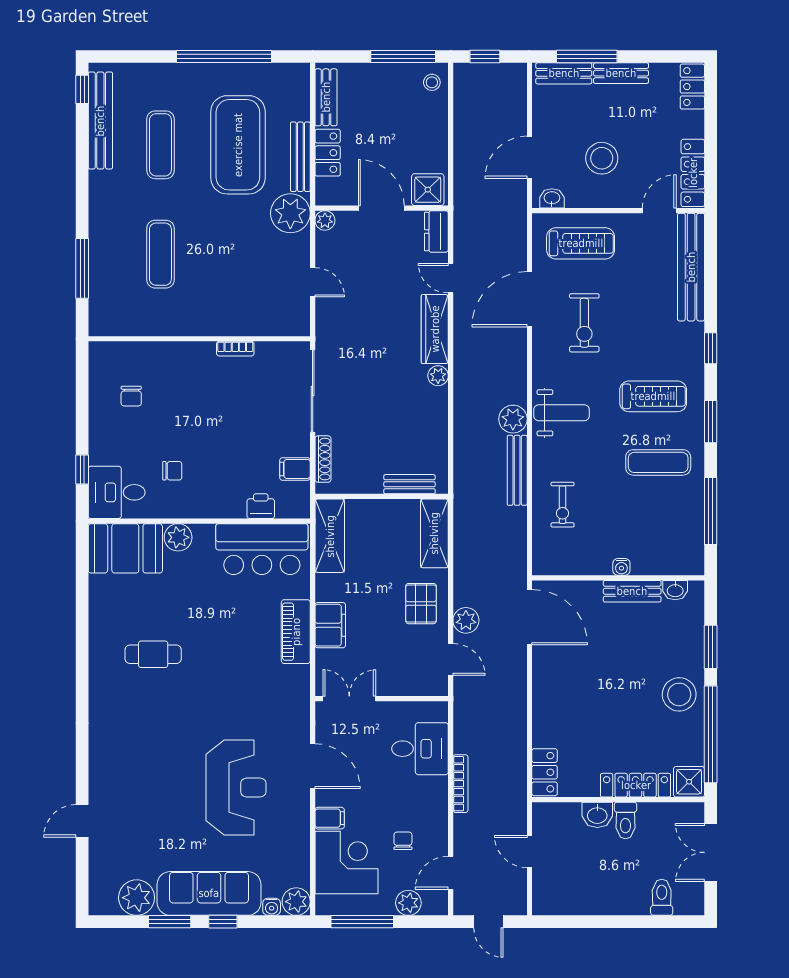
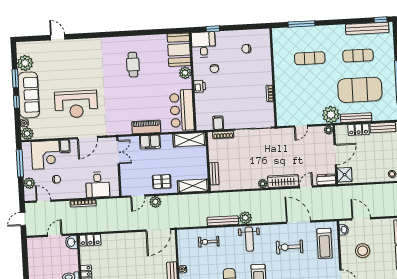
printer: (261, 506) -> (200, 86), moved
washbasin: (597, 815) -> (71, 242), moved

